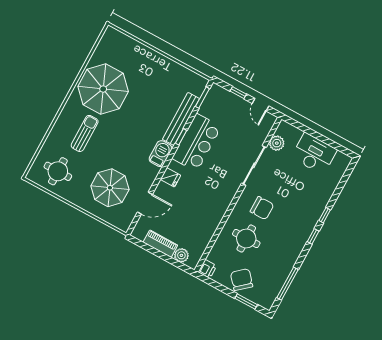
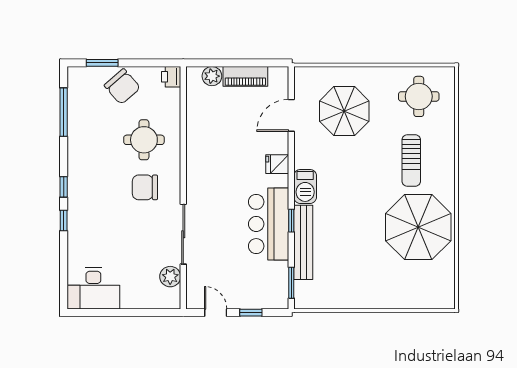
desk: (314, 154) -> (93, 289), moved

